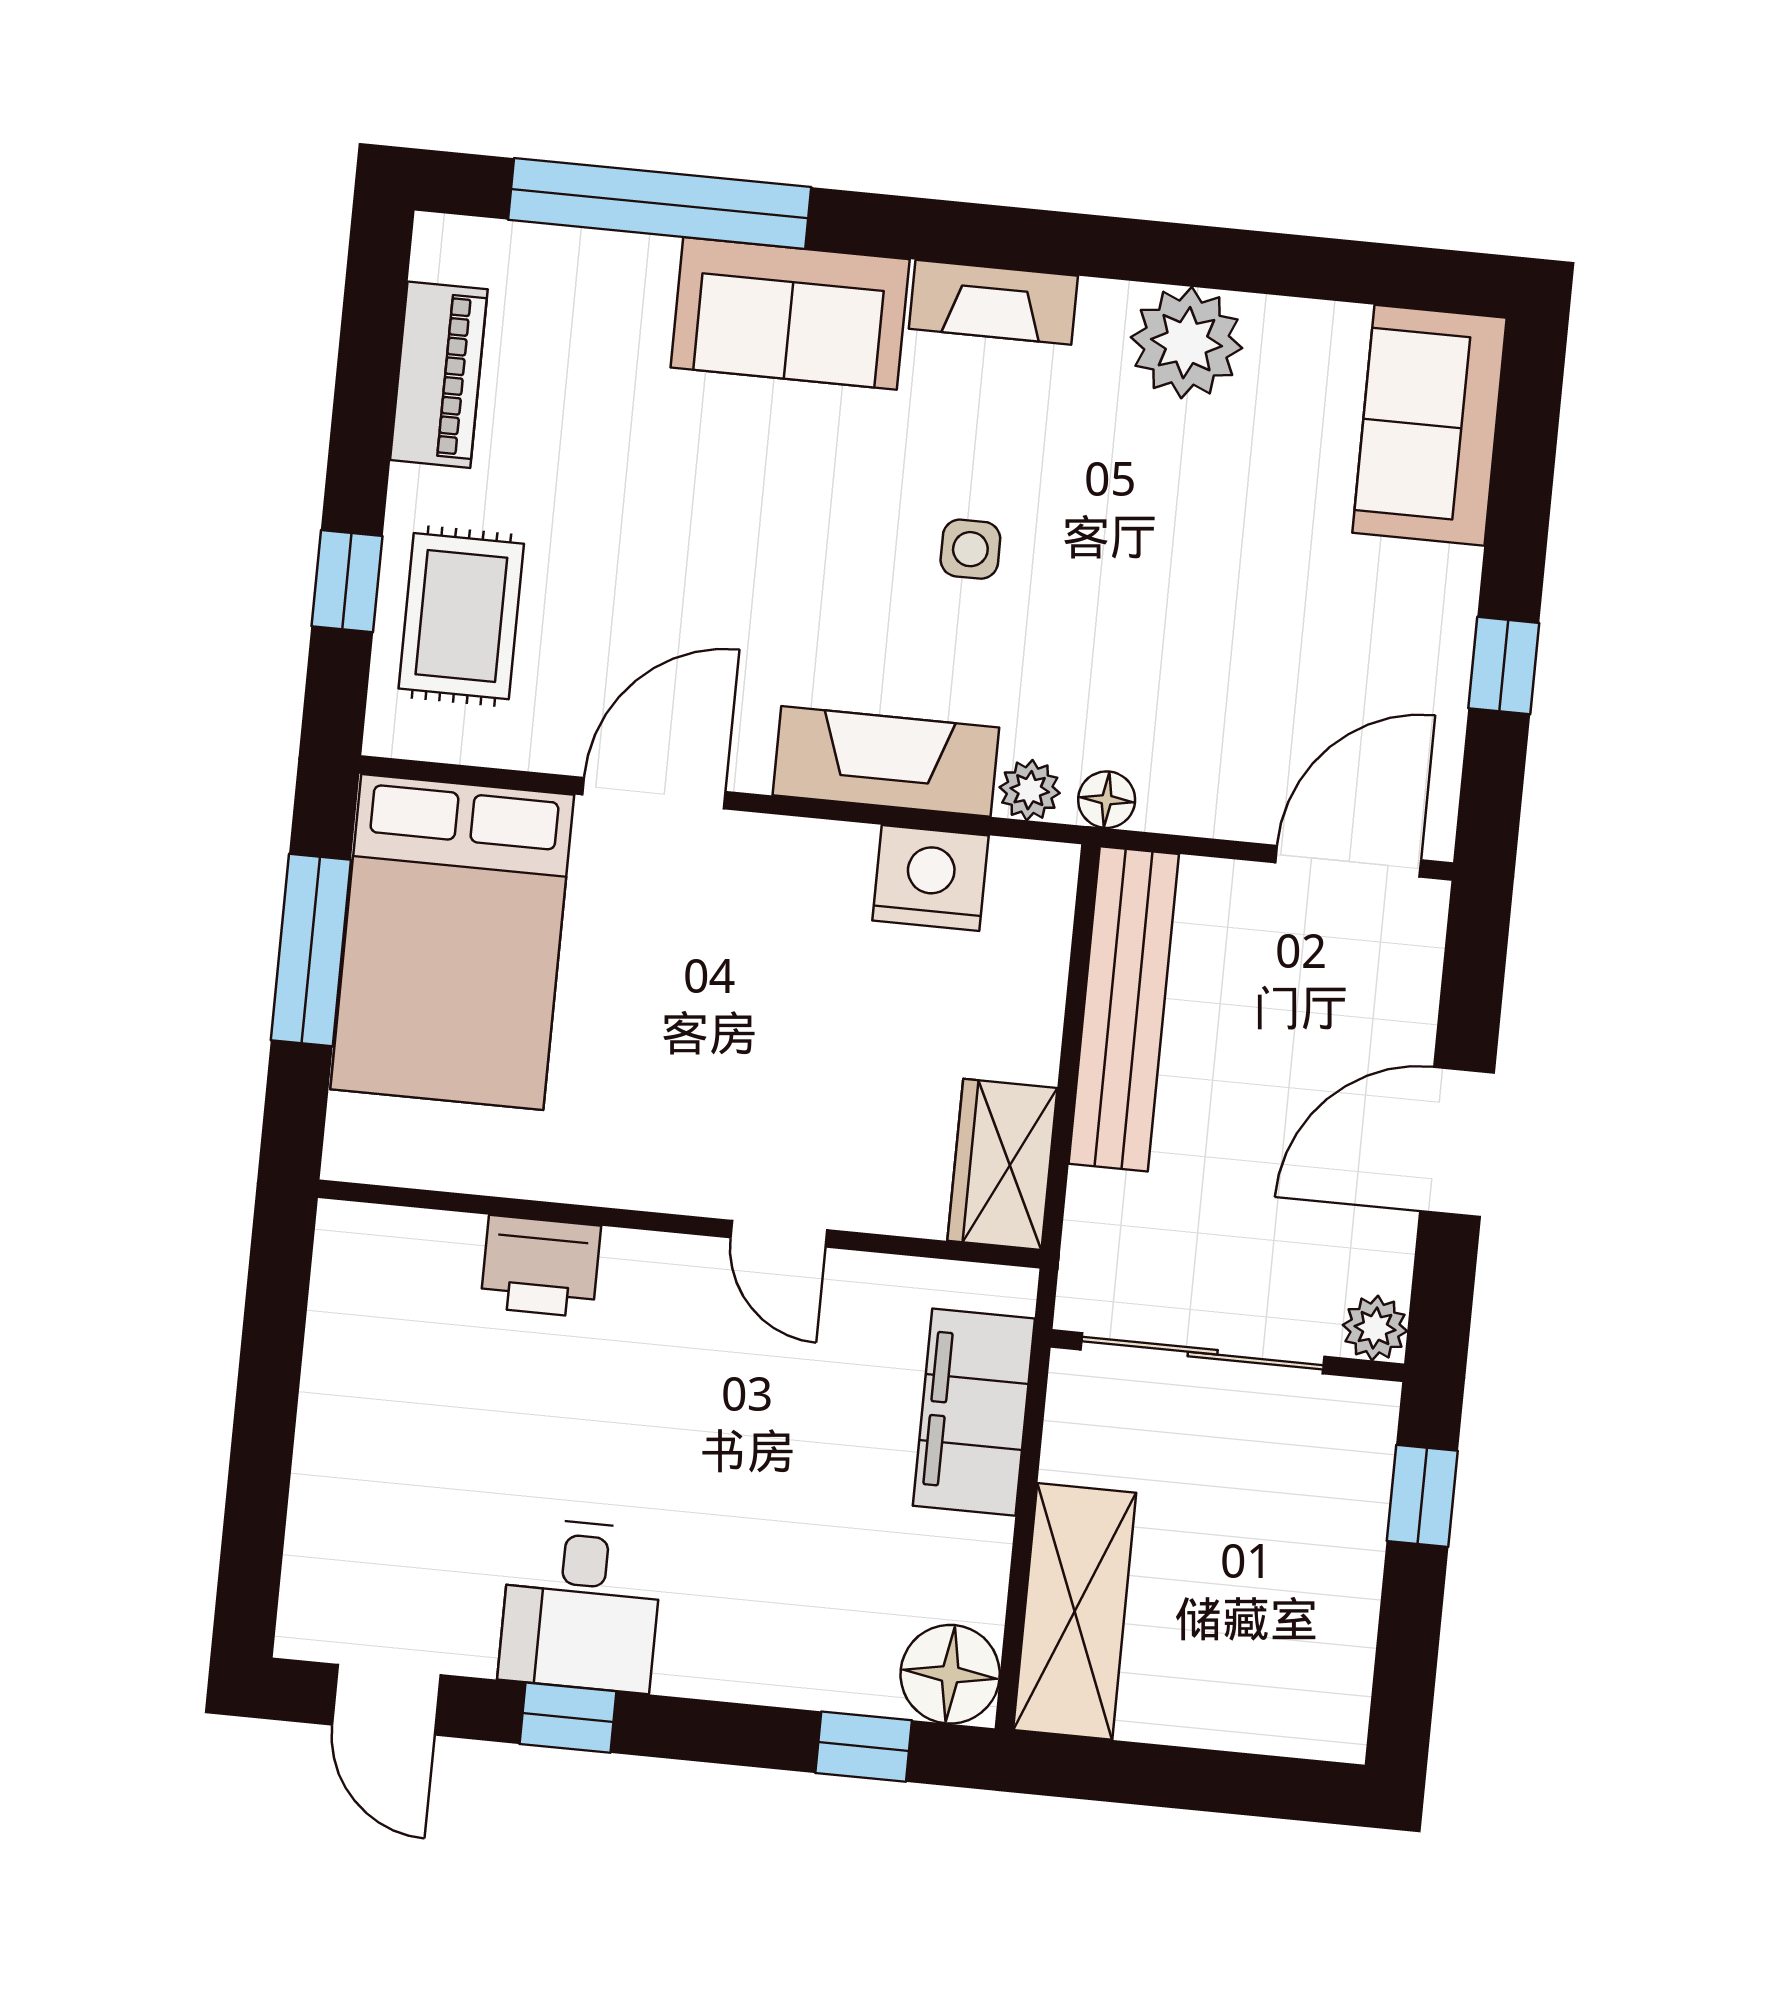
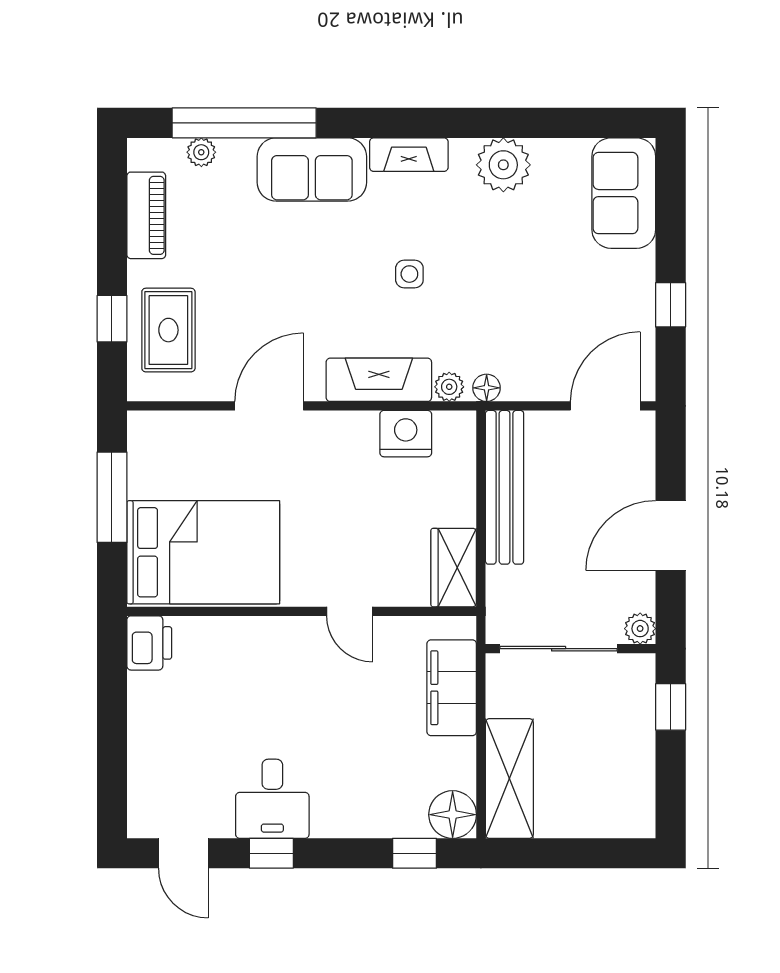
plant: (565, 255) -> (201, 152), added
bed: (452, 942) -> (203, 552), moved, turned -90
printer: (541, 1266) -> (149, 643), moved, turned -90

